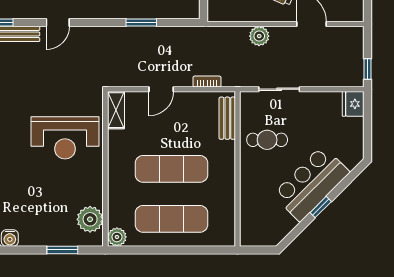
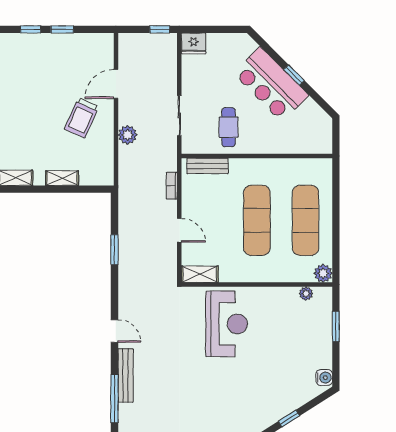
plant: (90, 219) -> (306, 294), width x0.53, depth x0.53

